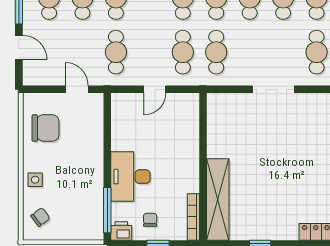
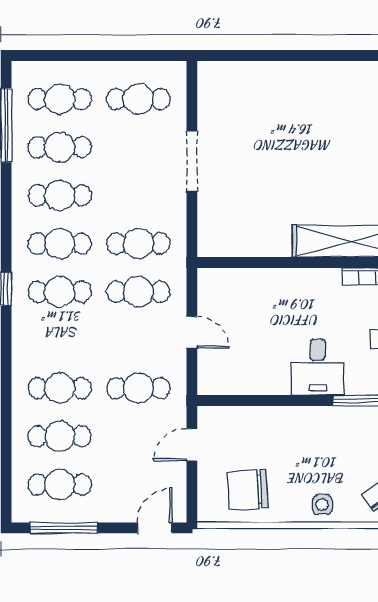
door: (19, 47) -> (154, 528), moved
chair: (45, 128) -> (248, 490), turned -94
desk: (130, 177) -> (318, 367), width x0.73

